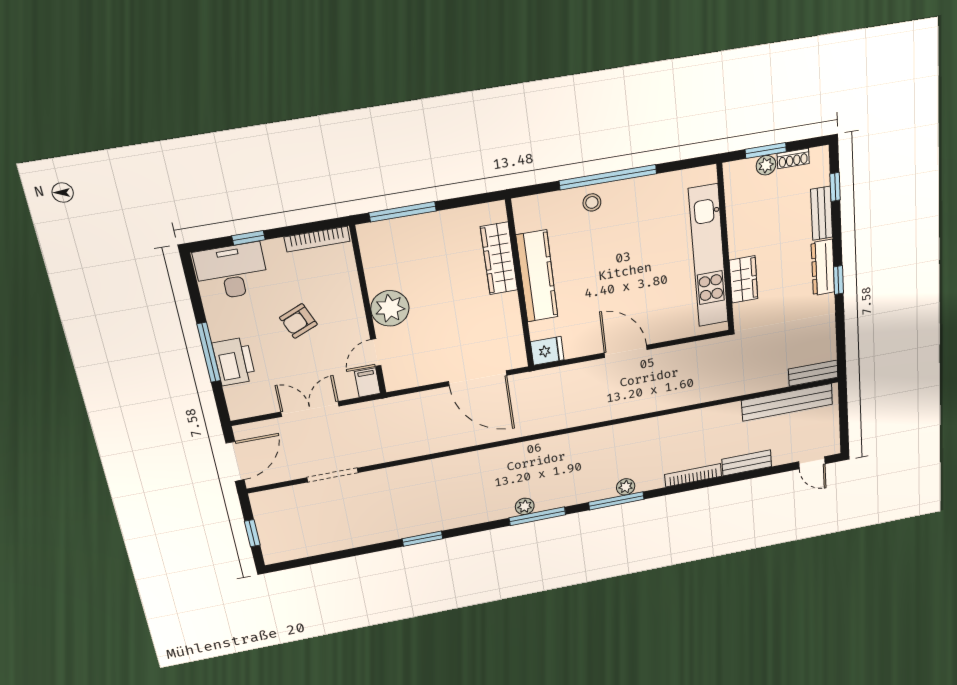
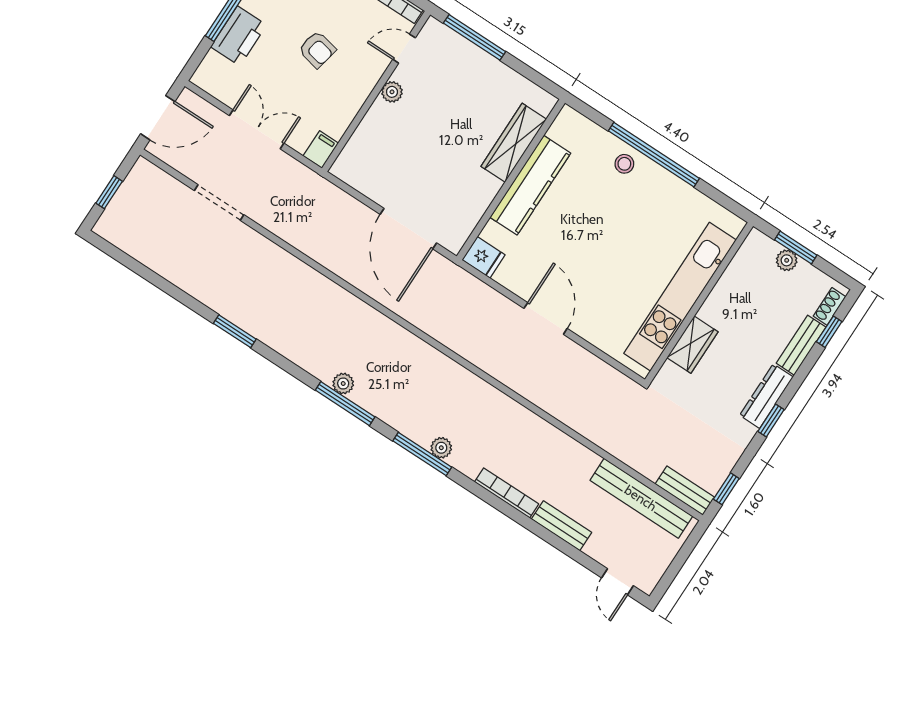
shoe rack: (793, 159) -> (830, 306), moved, turned 90
plant: (390, 308) -> (392, 92), width x0.53, depth x0.53
armchair: (298, 321) -> (317, 50), turned -145
window: (841, 348) -> (726, 489), added
door: (376, 352) -> (404, 49), moved

